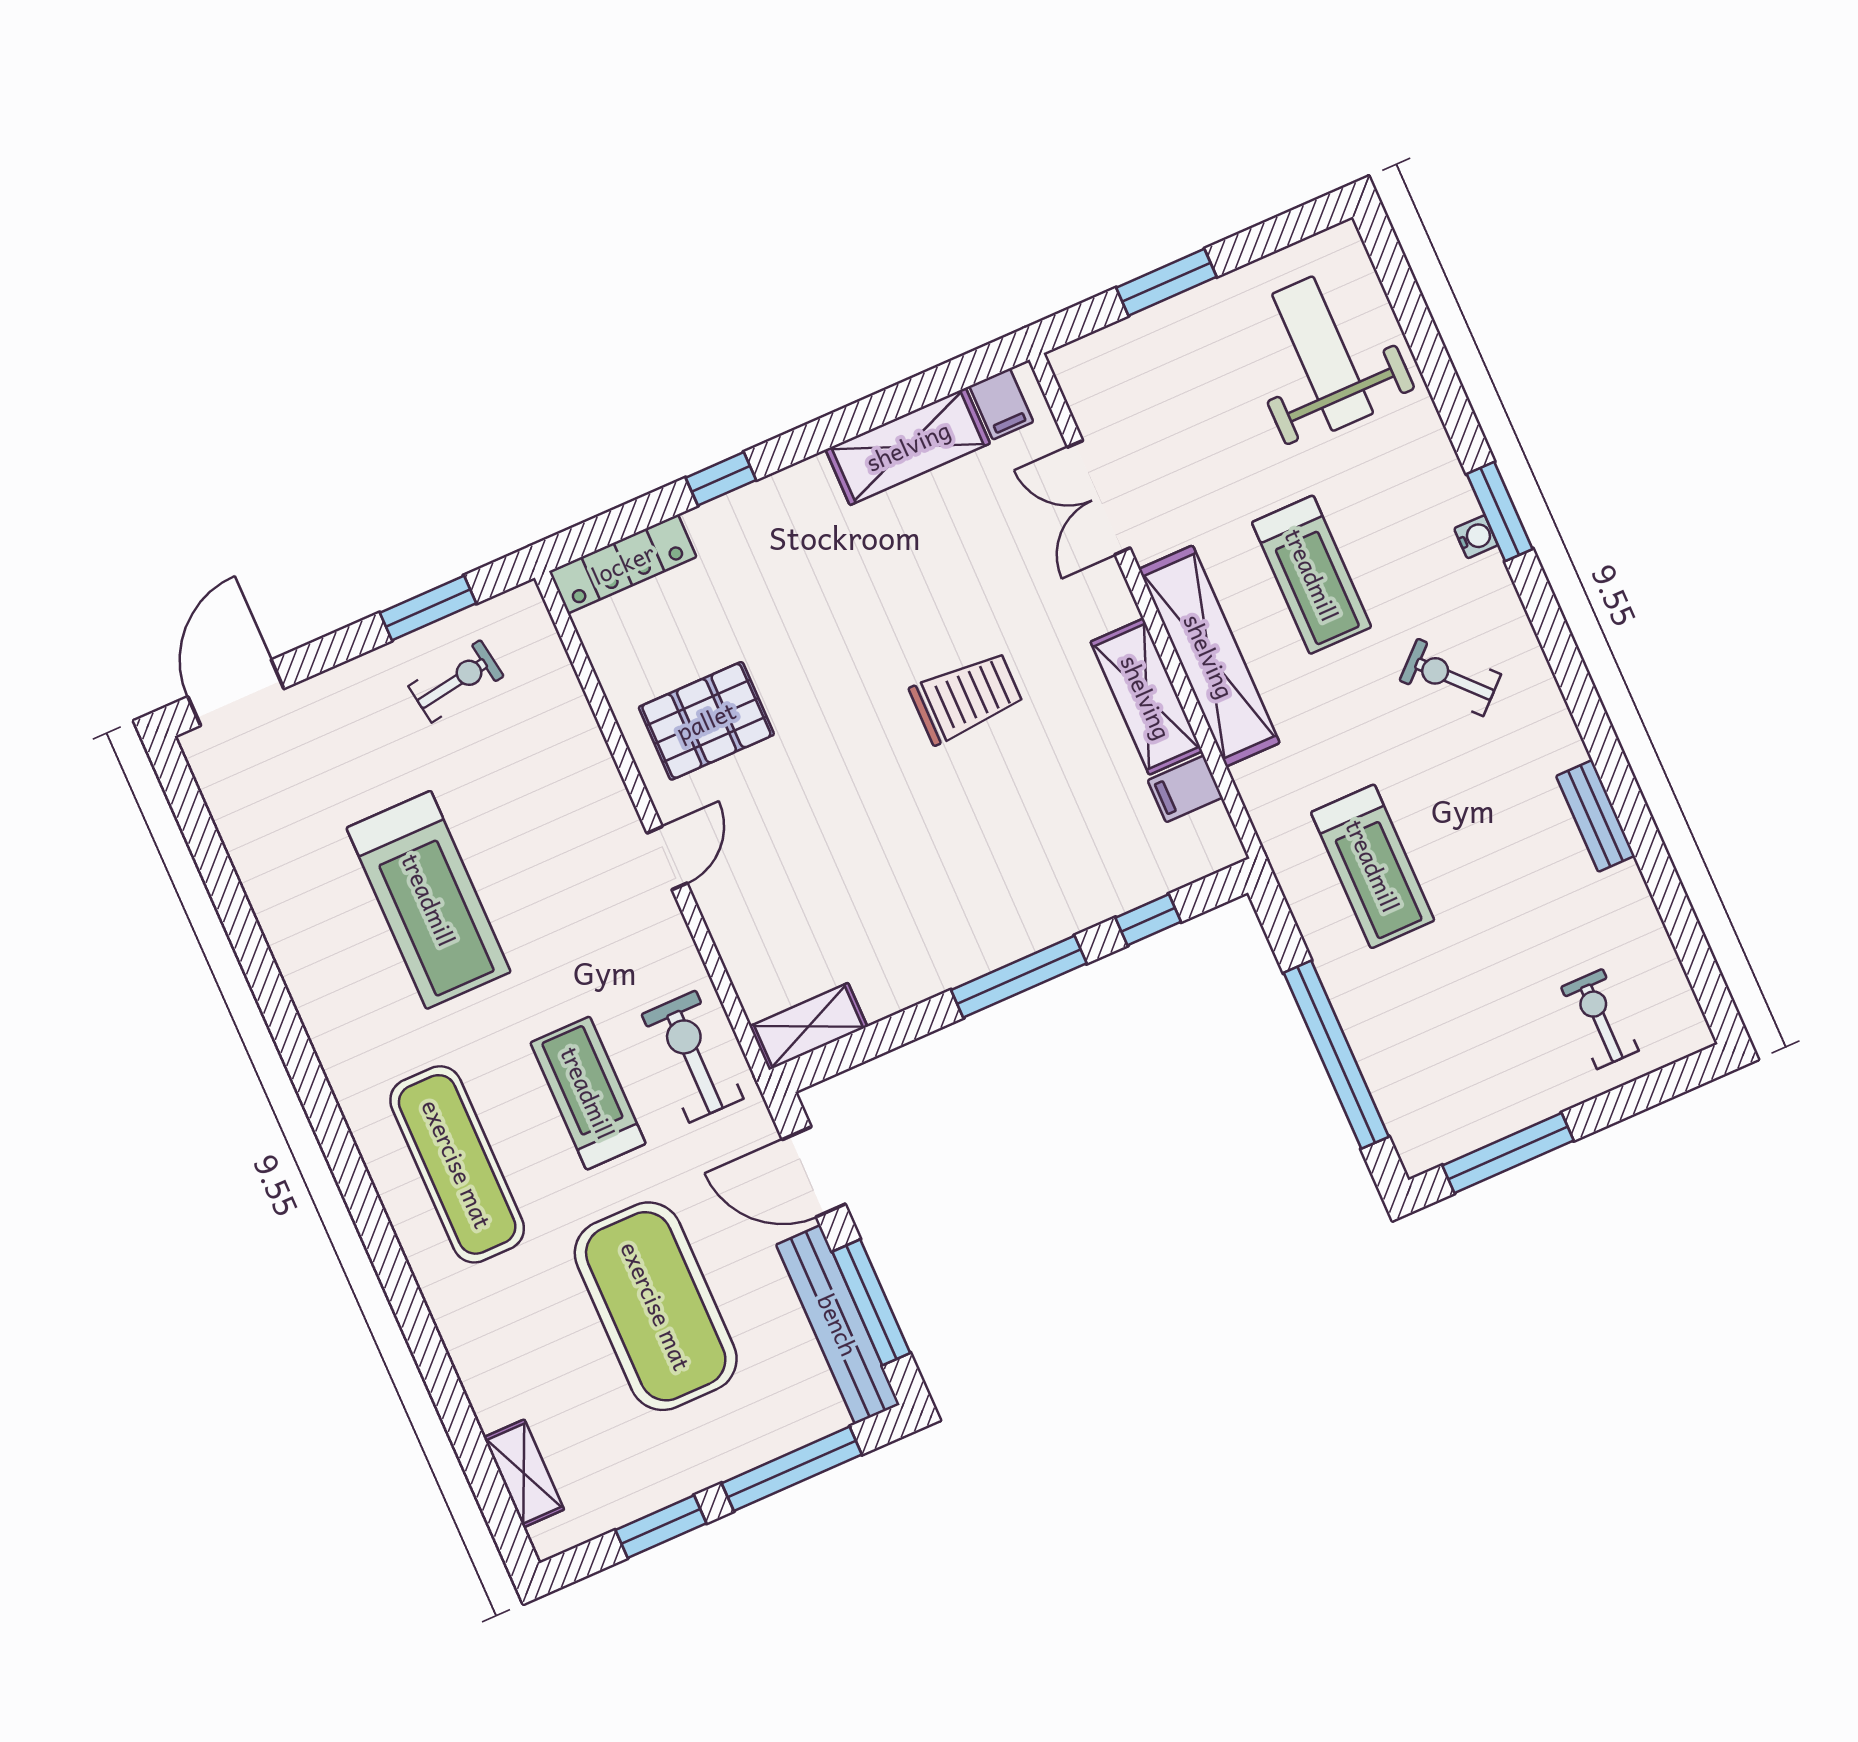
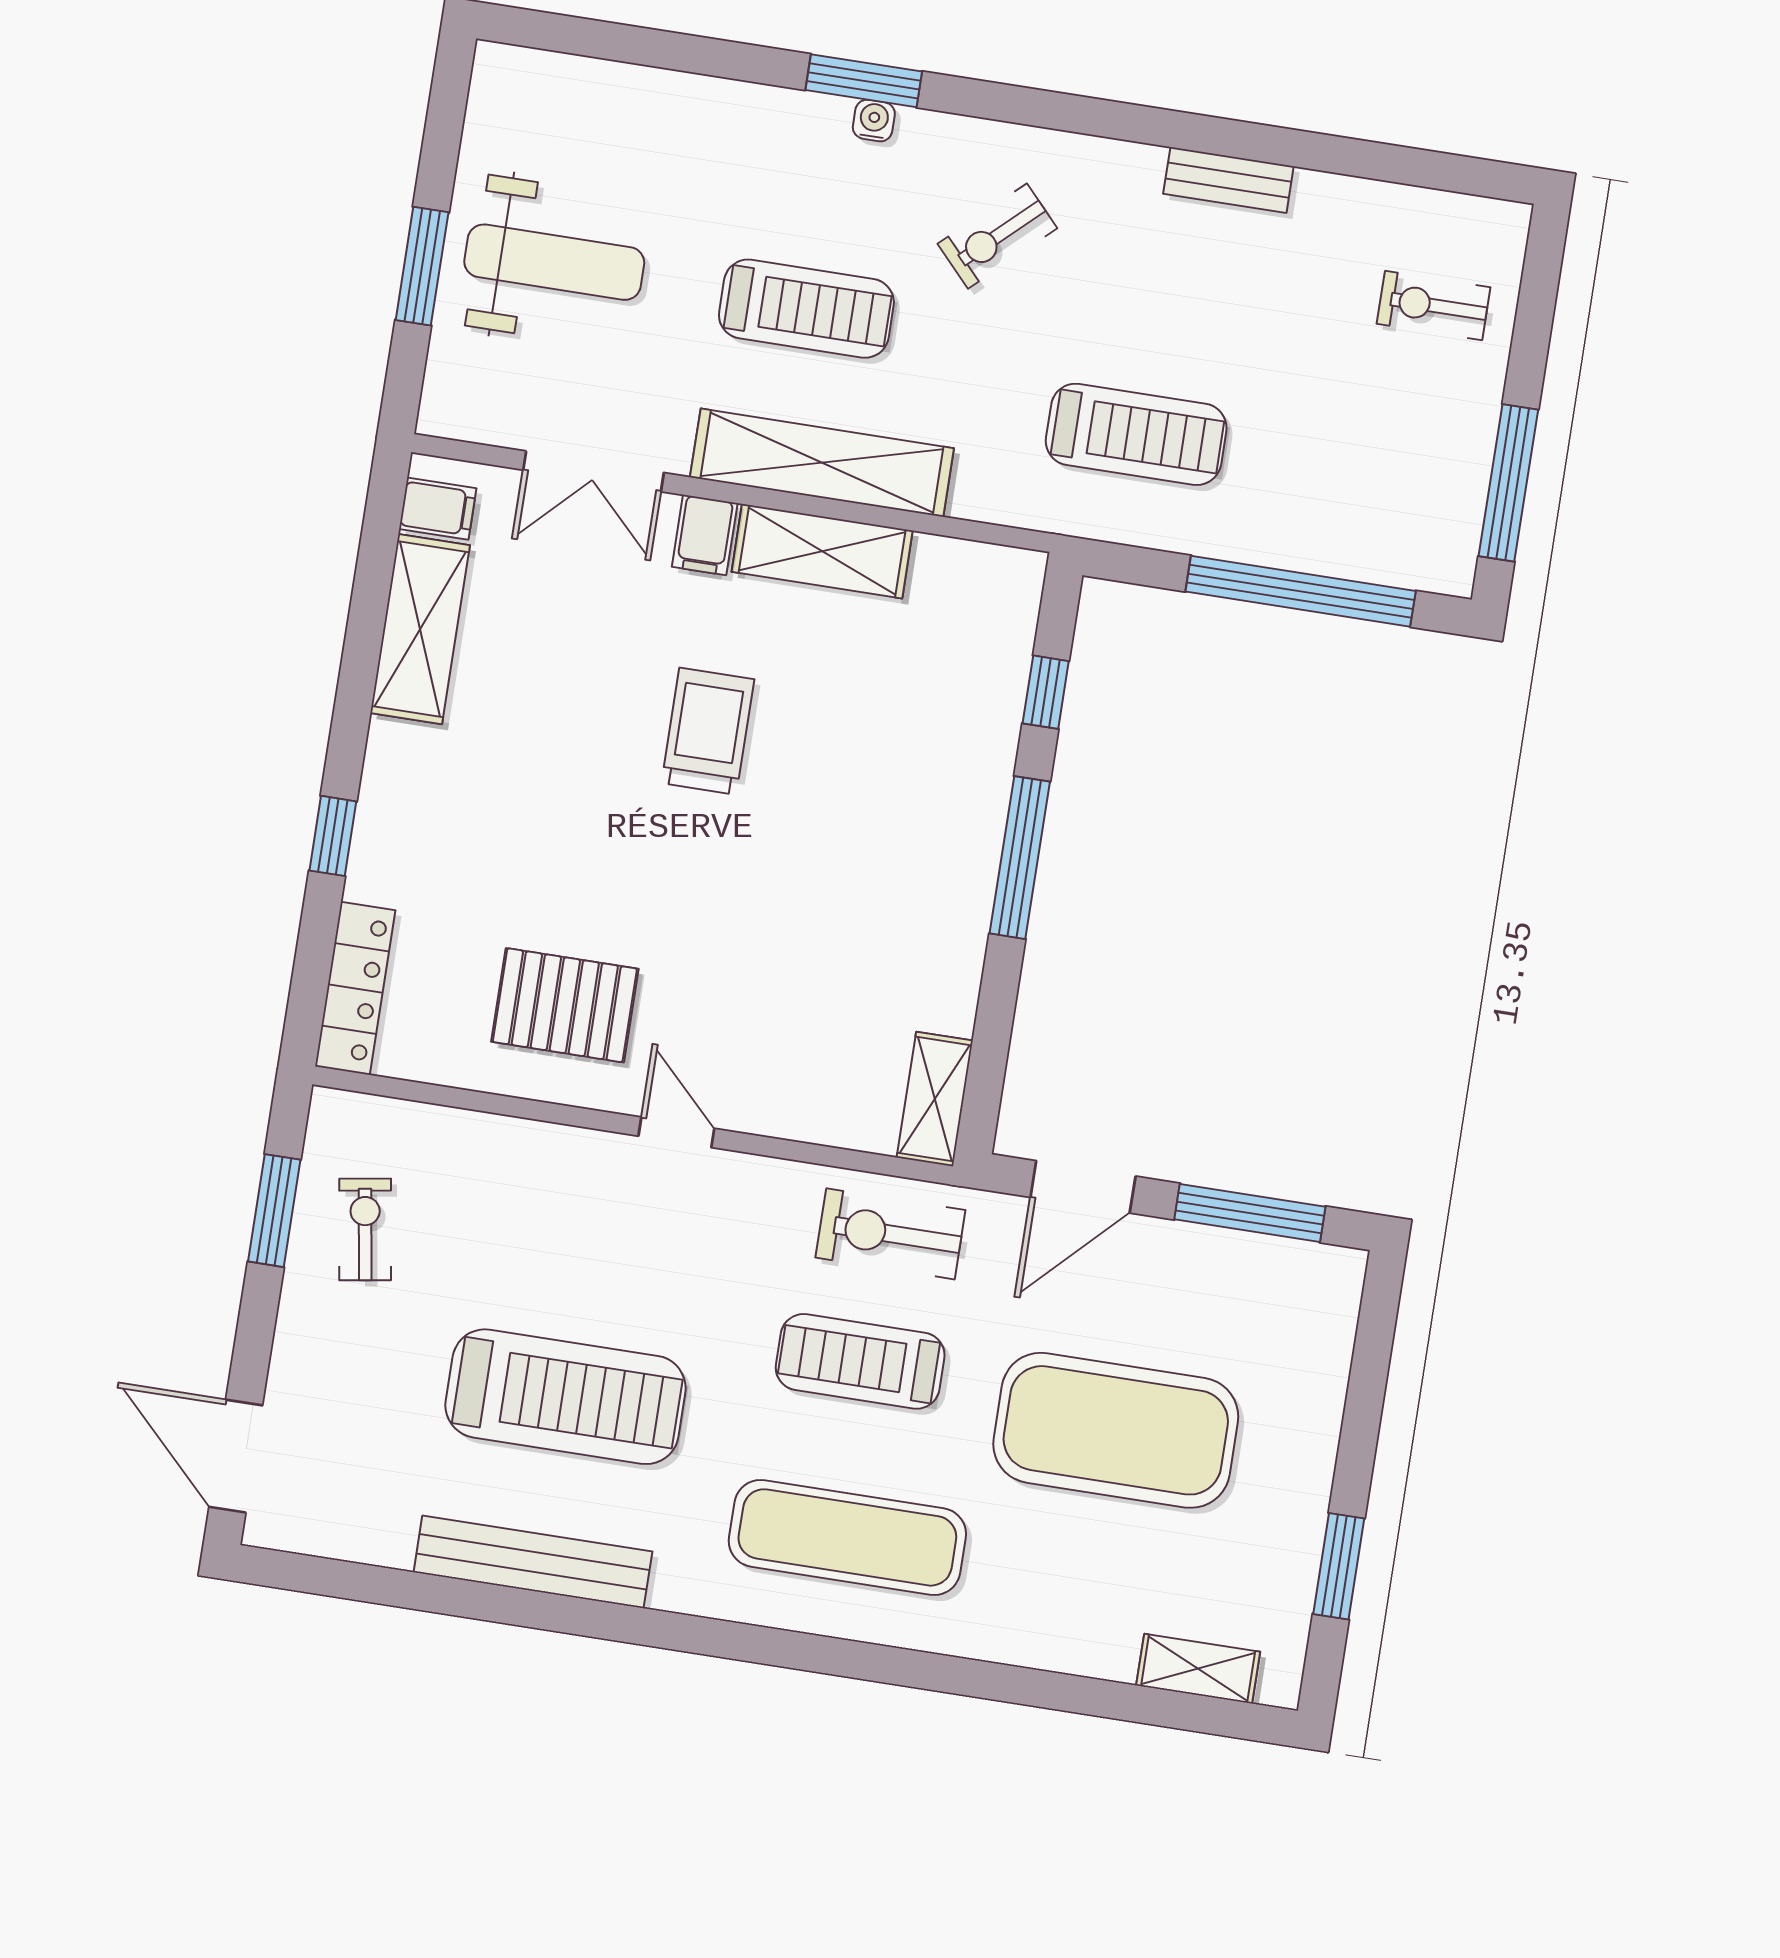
weight bench: (1323, 354) -> (554, 262), moved, turned 180
pallet: (706, 721) -> (565, 1005), turned 90
filing cabinet: (1185, 789) -> (705, 535), moved
bench: (838, 1325) -> (533, 1562), moved
window: (792, 1469) -> (1365, 1399), removed

